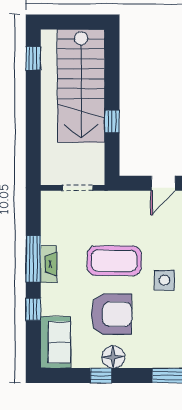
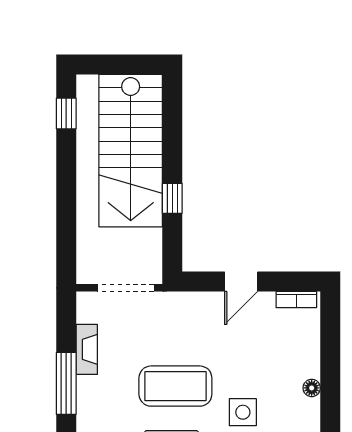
doorway: (77, 188) -> (126, 288), width x1.38
fireplace: (48, 264) -> (87, 349), moved

